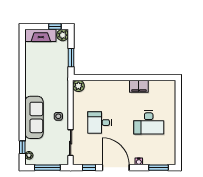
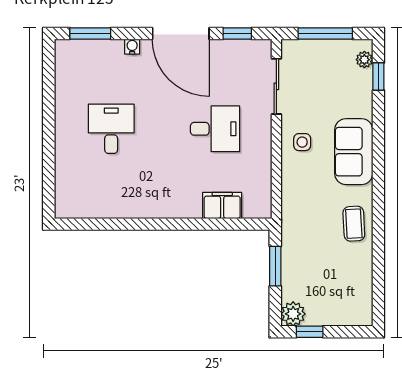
fireplace: (41, 35) -> (339, 313), removed
coffee table: (34, 78) -> (354, 224), added
plant: (78, 86) -> (260, 206), removed
filing cabinet: (139, 86) -> (222, 205), moved
sofa: (34, 117) -> (354, 152), width x0.73
desk: (149, 123) -> (111, 129), width x0.73

